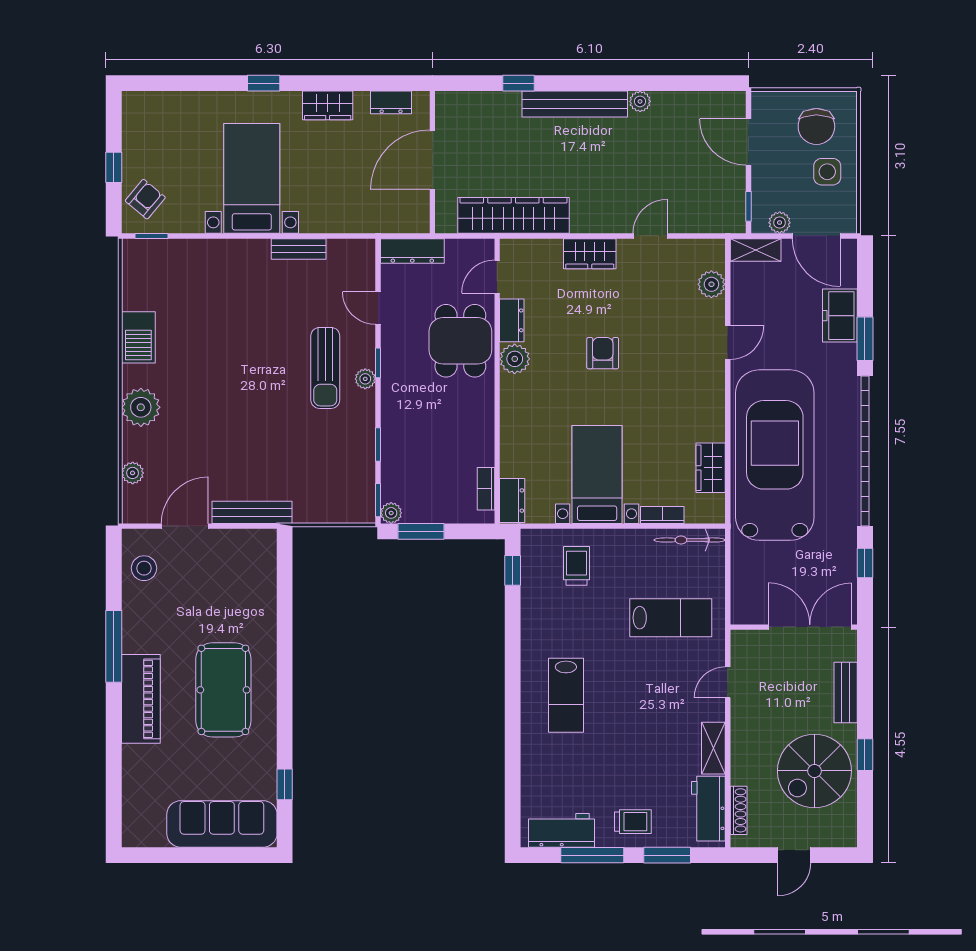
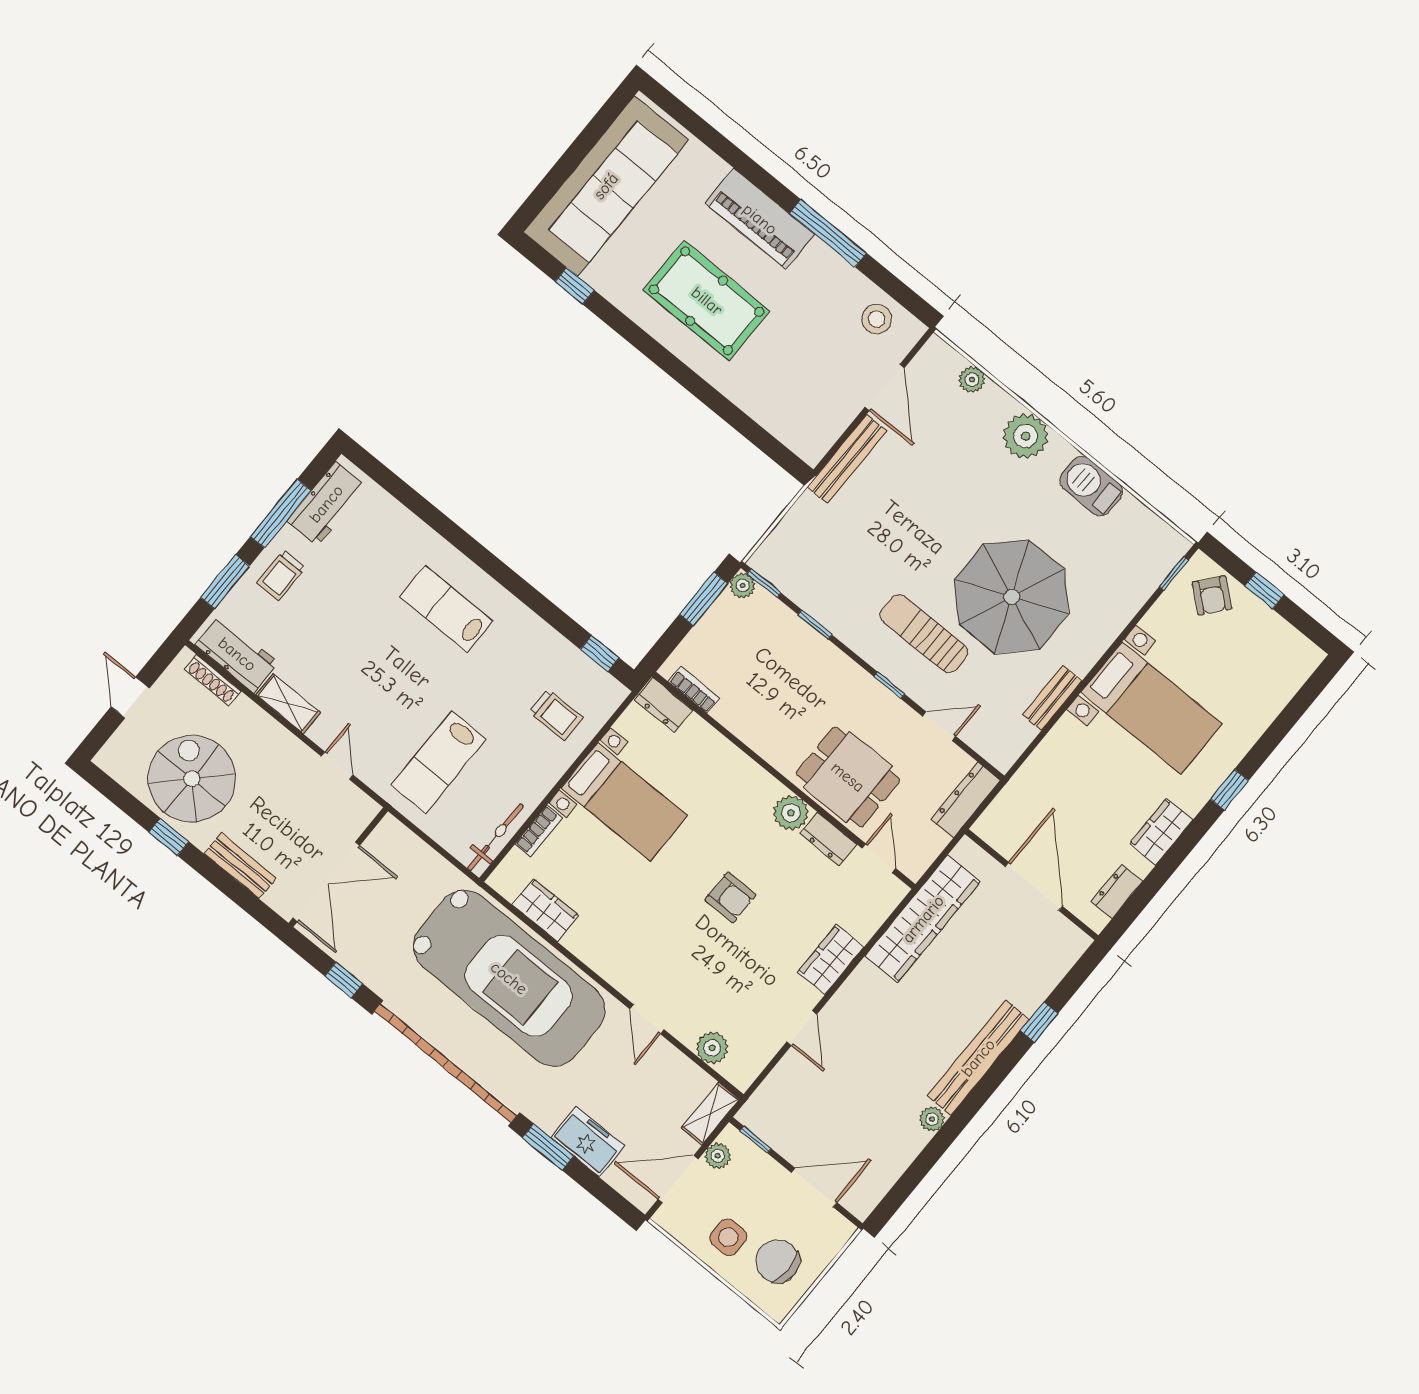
parasol: (254, 330) -> (1012, 597), added
plant: (365, 379) -> (884, 662), removed
sofa: (222, 824) -> (606, 186), width x1.36, depth x1.27

